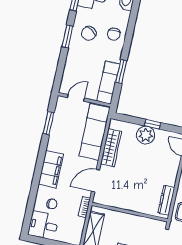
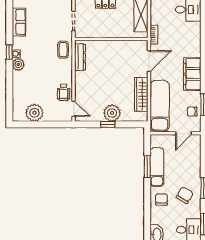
exam couch: (108, 83) -> (157, 167), moved
filing cabinet: (51, 169) -> (192, 74), moved
chair: (52, 204) -> (192, 112), moved

